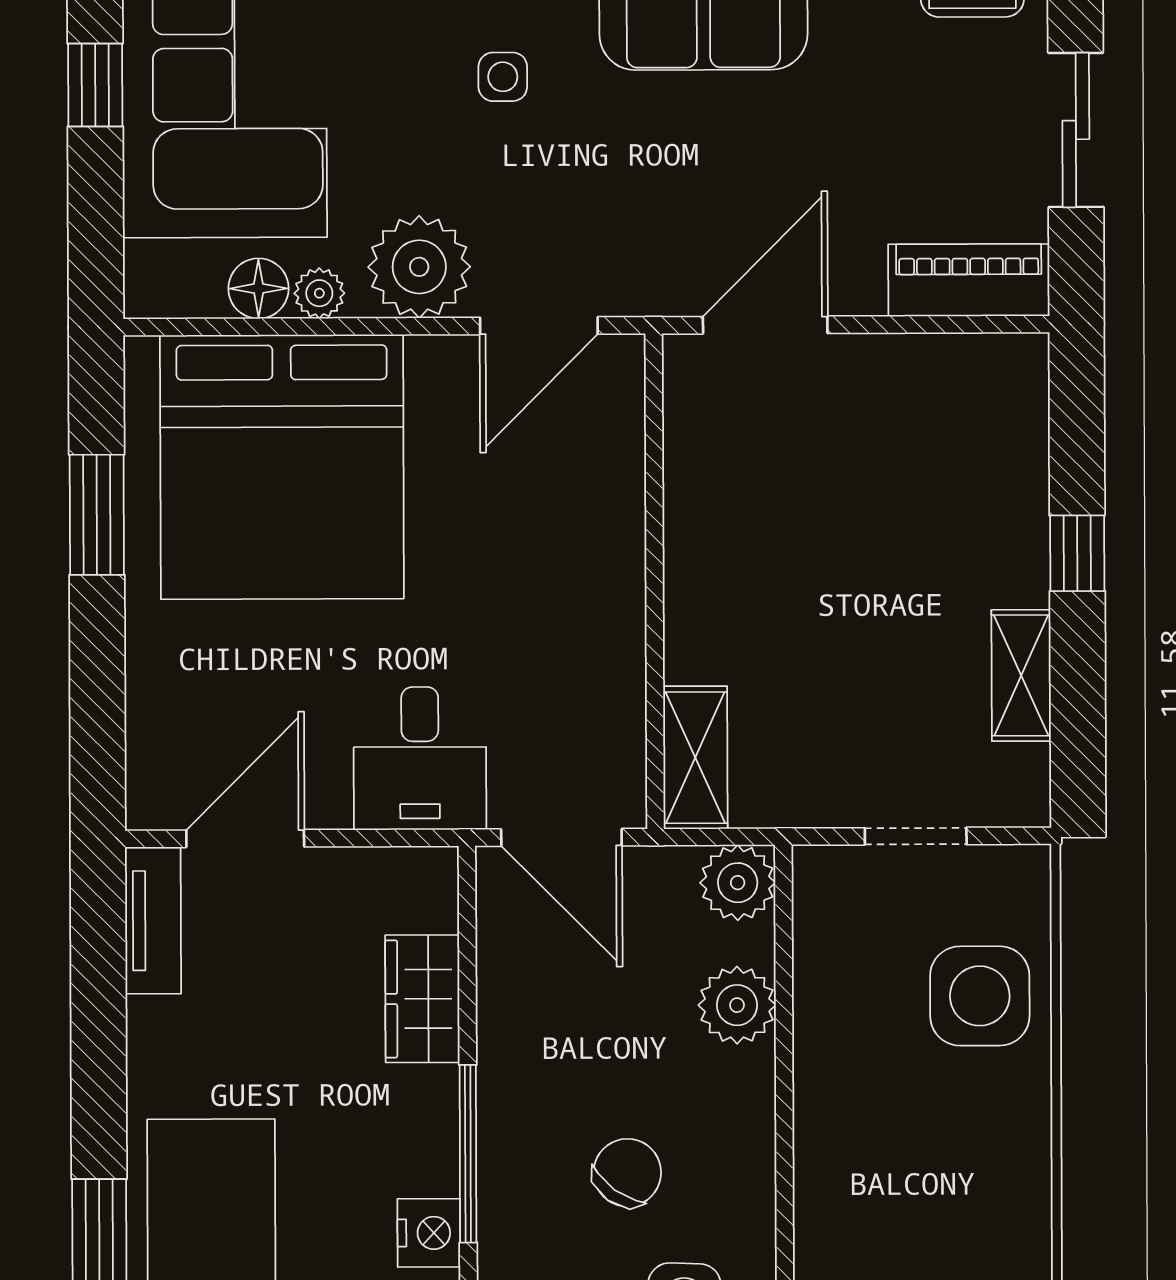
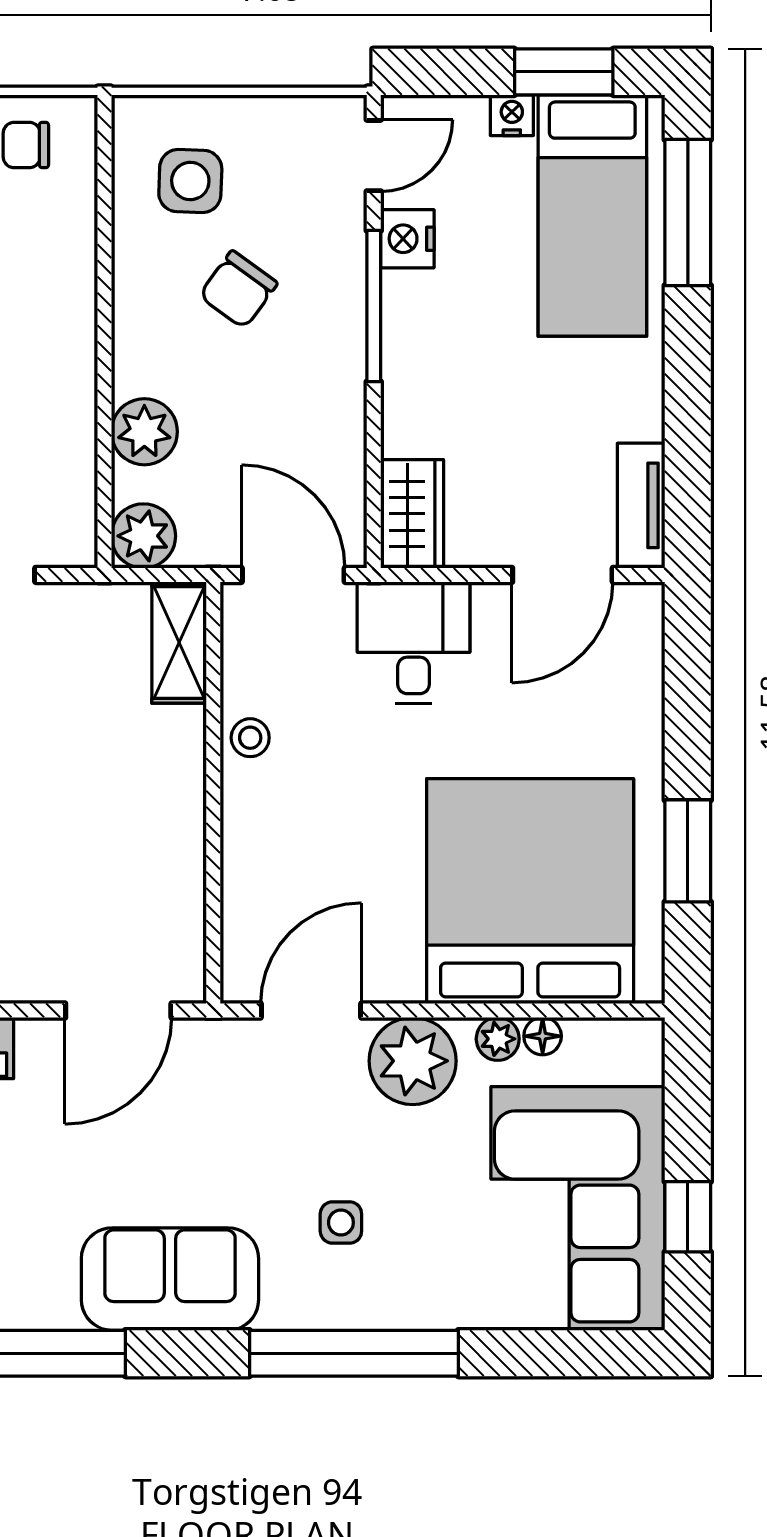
floor lamp: (258, 288) -> (543, 1036), width x0.73, depth x0.73
stool: (611, 646) -> (250, 738), added
wardrobe: (422, 999) -> (412, 514), moved

